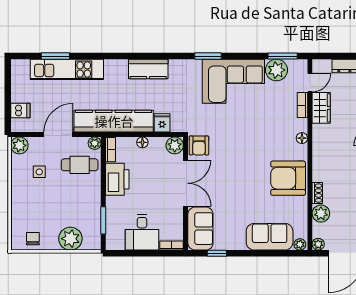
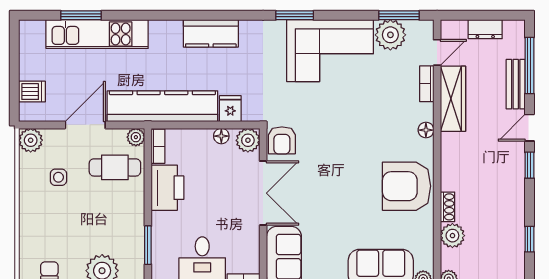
wardrobe: (321, 108) -> (453, 99), width x1.50
floor lamp: (142, 142) -> (221, 136), moved

